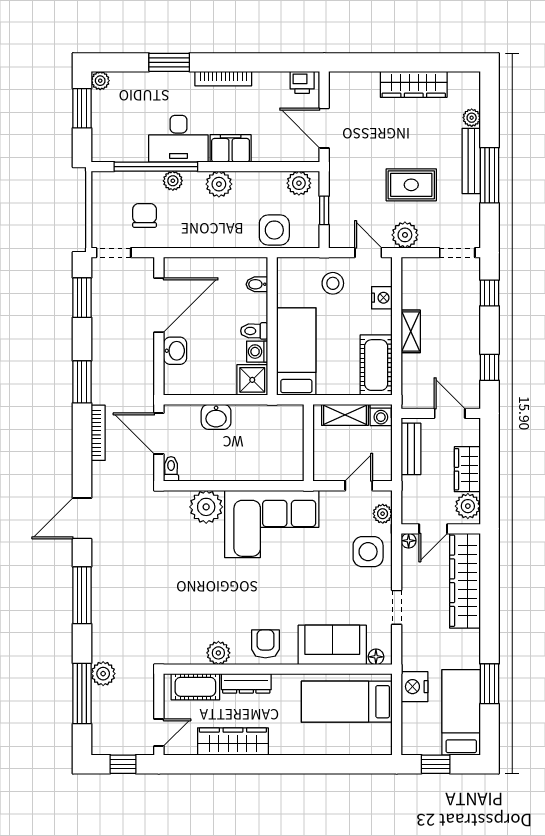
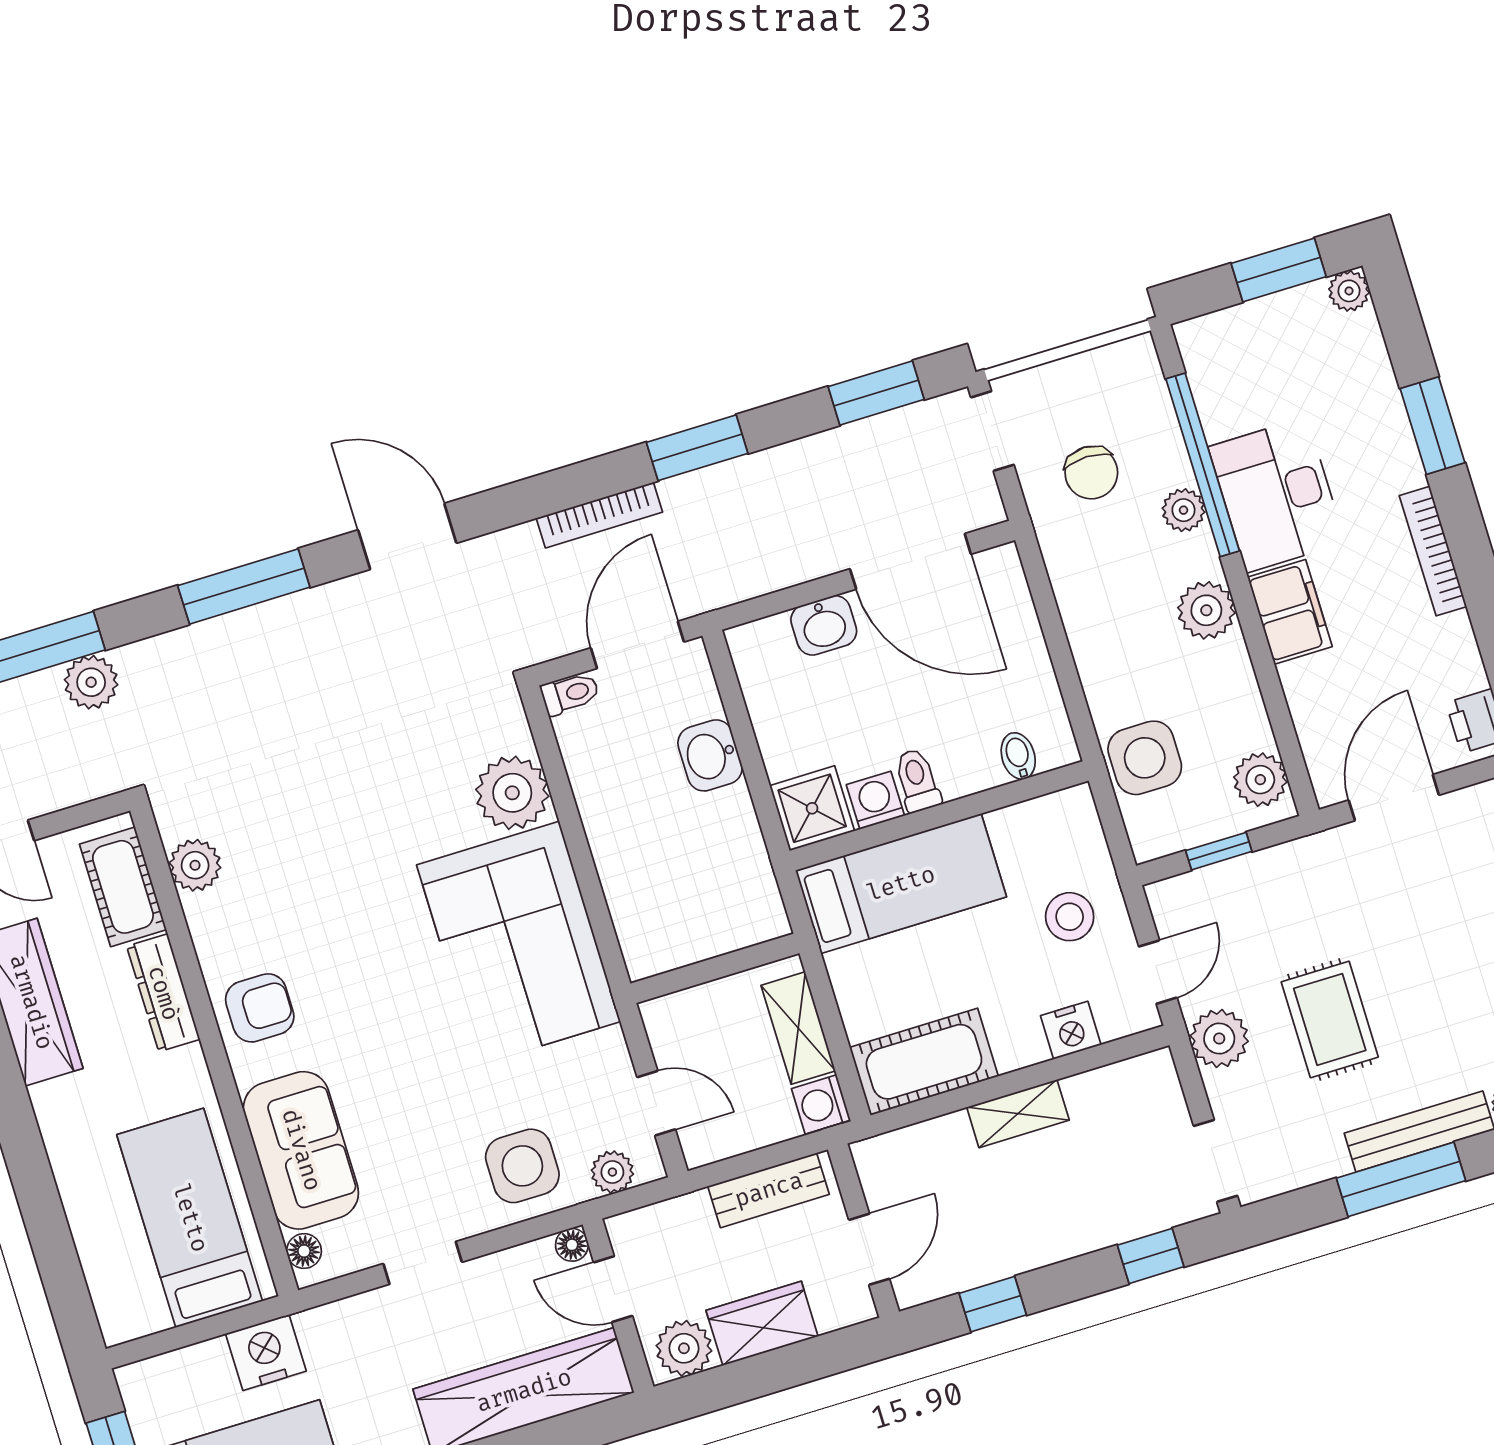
chair: (145, 215) -> (1091, 473), turned 90
plant: (218, 653) -> (195, 865), moved

